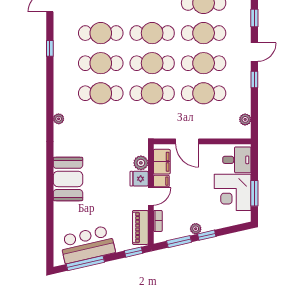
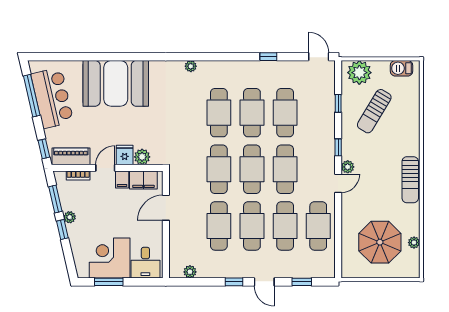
booth: (68, 179) -> (116, 83), width x1.36, depth x1.42
door: (151, 196) -> (105, 168), swing flipped

